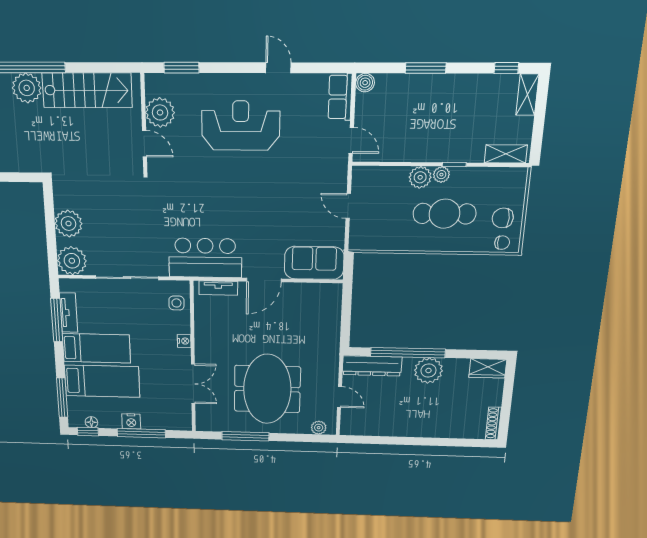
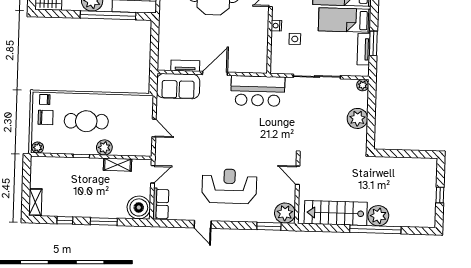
window: (506, 68) -> (65, 220), moved
boiler: (365, 83) -> (139, 207), width x1.86, depth x1.86
plant: (160, 113) -> (285, 213), moved
reception desk: (241, 126) -> (229, 186), turned 180
door: (351, 140) -> (153, 174), swing flipped
shelving: (506, 154) -> (118, 165), moved
plant: (441, 175) -> (38, 148), moved
plant: (72, 261) -> (363, 85), width x0.53, depth x0.53
tv unit: (218, 288) -> (185, 66), moved
side table: (176, 303) -> (295, 39), moved
window: (57, 320) -> (373, 43), width x0.69

